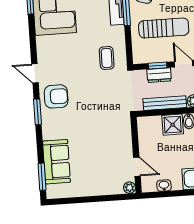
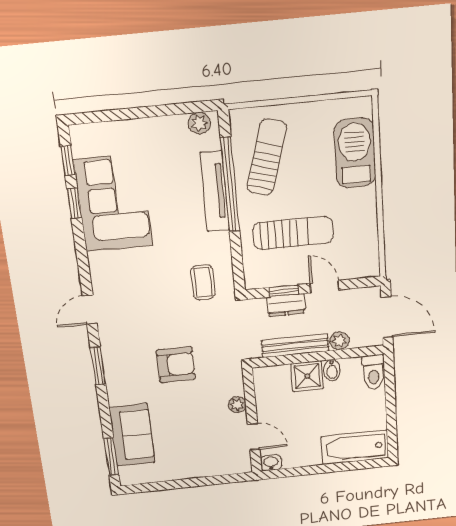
door: (35, 73) -> (90, 310), hinge flipped
armchair: (56, 96) -> (176, 365), moved
washbasin: (164, 186) -> (271, 463), moved
plant: (129, 188) -> (237, 405), moved

